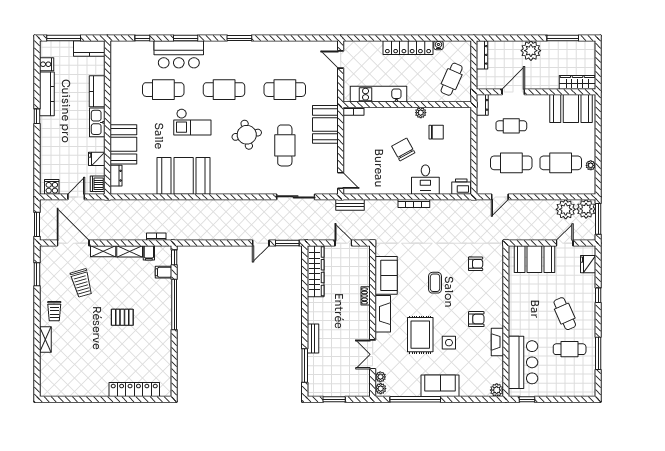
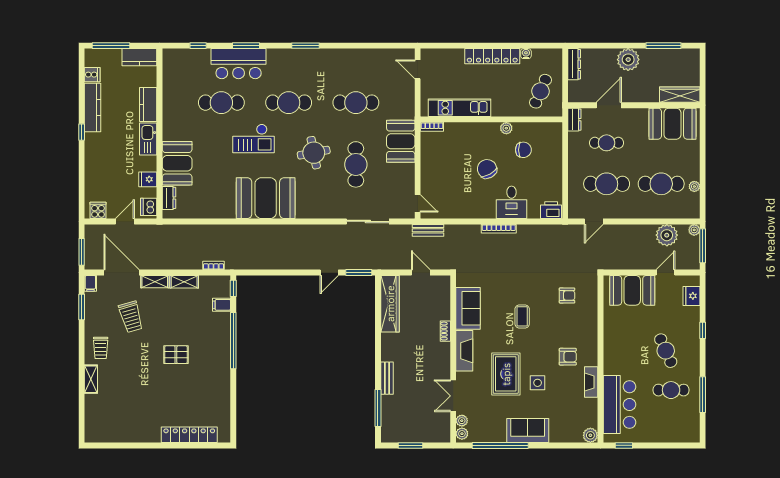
booth: (184, 176) -> (266, 198), moved
plant: (586, 209) -> (694, 230), width x0.53, depth x0.53
filing cabinet: (149, 253) -> (90, 283), moved

